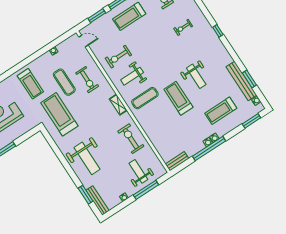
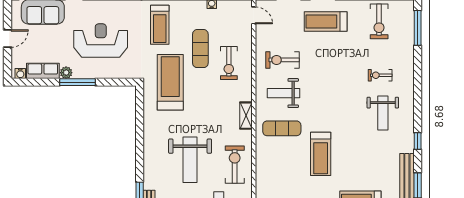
window: (218, 31) -> (418, 141), moved
weight bench: (196, 76) -> (383, 113), moved
treadmill: (178, 98) -> (321, 154), turned 180
weight bench: (87, 158) -> (190, 160), moved

